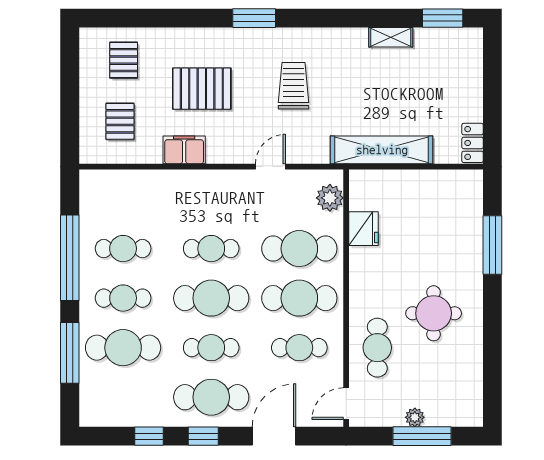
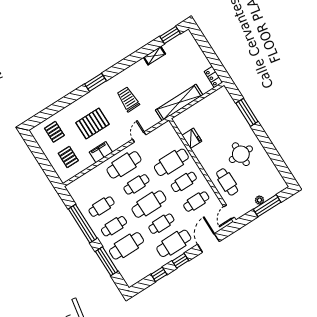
plant: (330, 198) -> (171, 135), removed
cafe table: (211, 199) -> (124, 165), added
cafe table: (299, 298) -> (184, 182), width x0.73, depth x0.74

